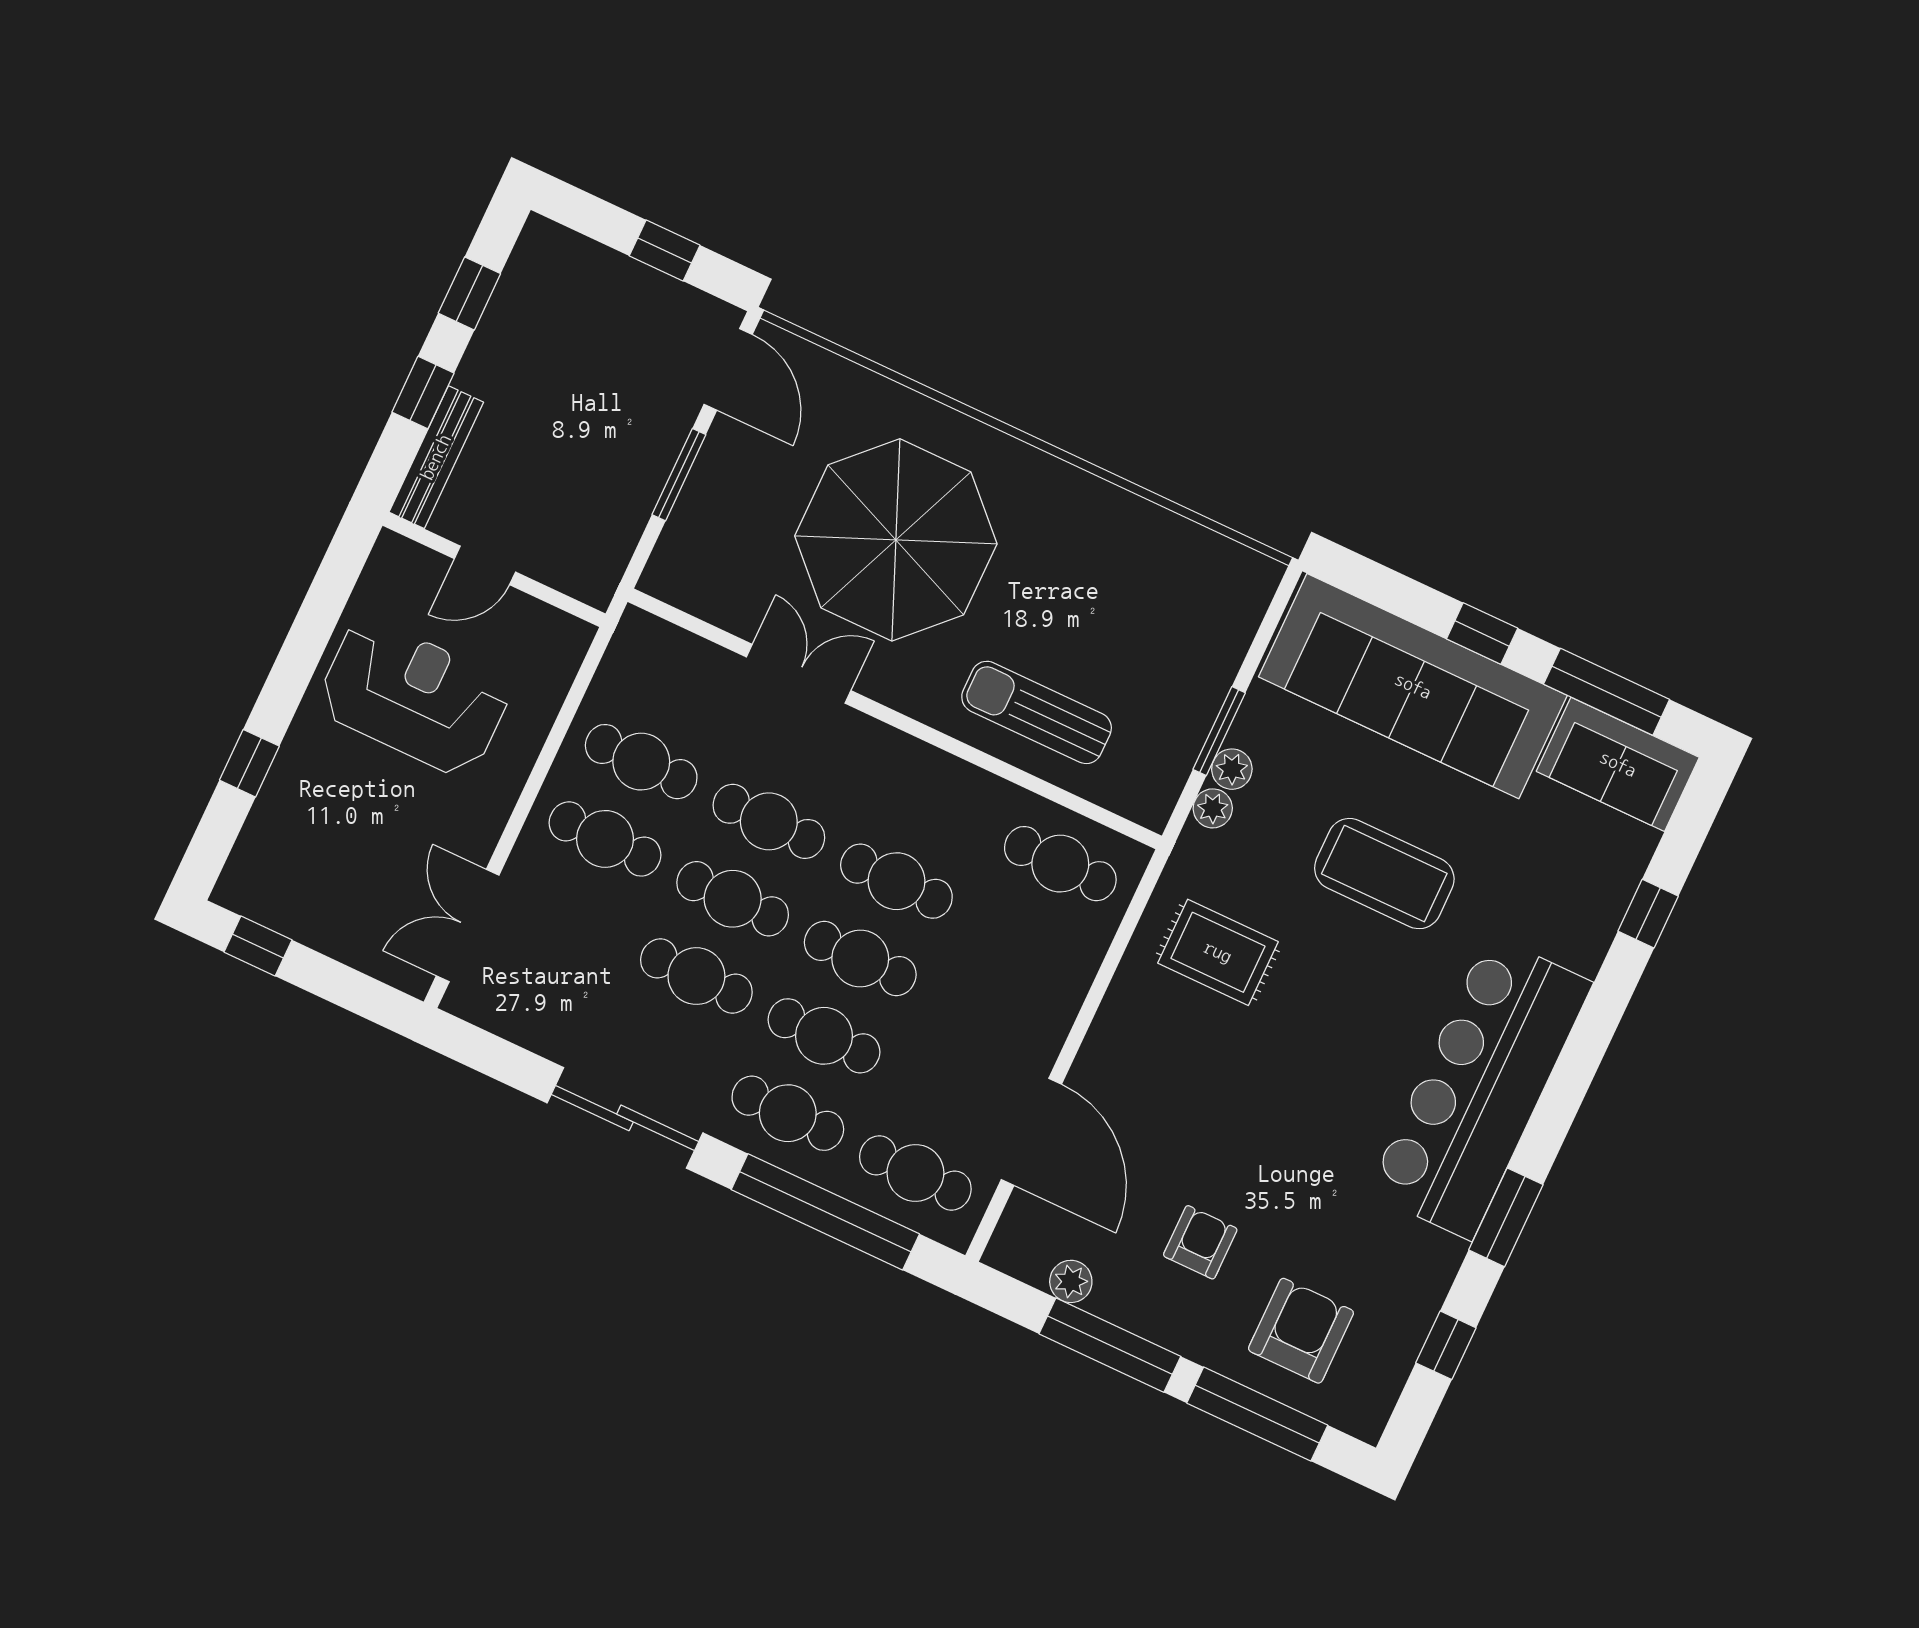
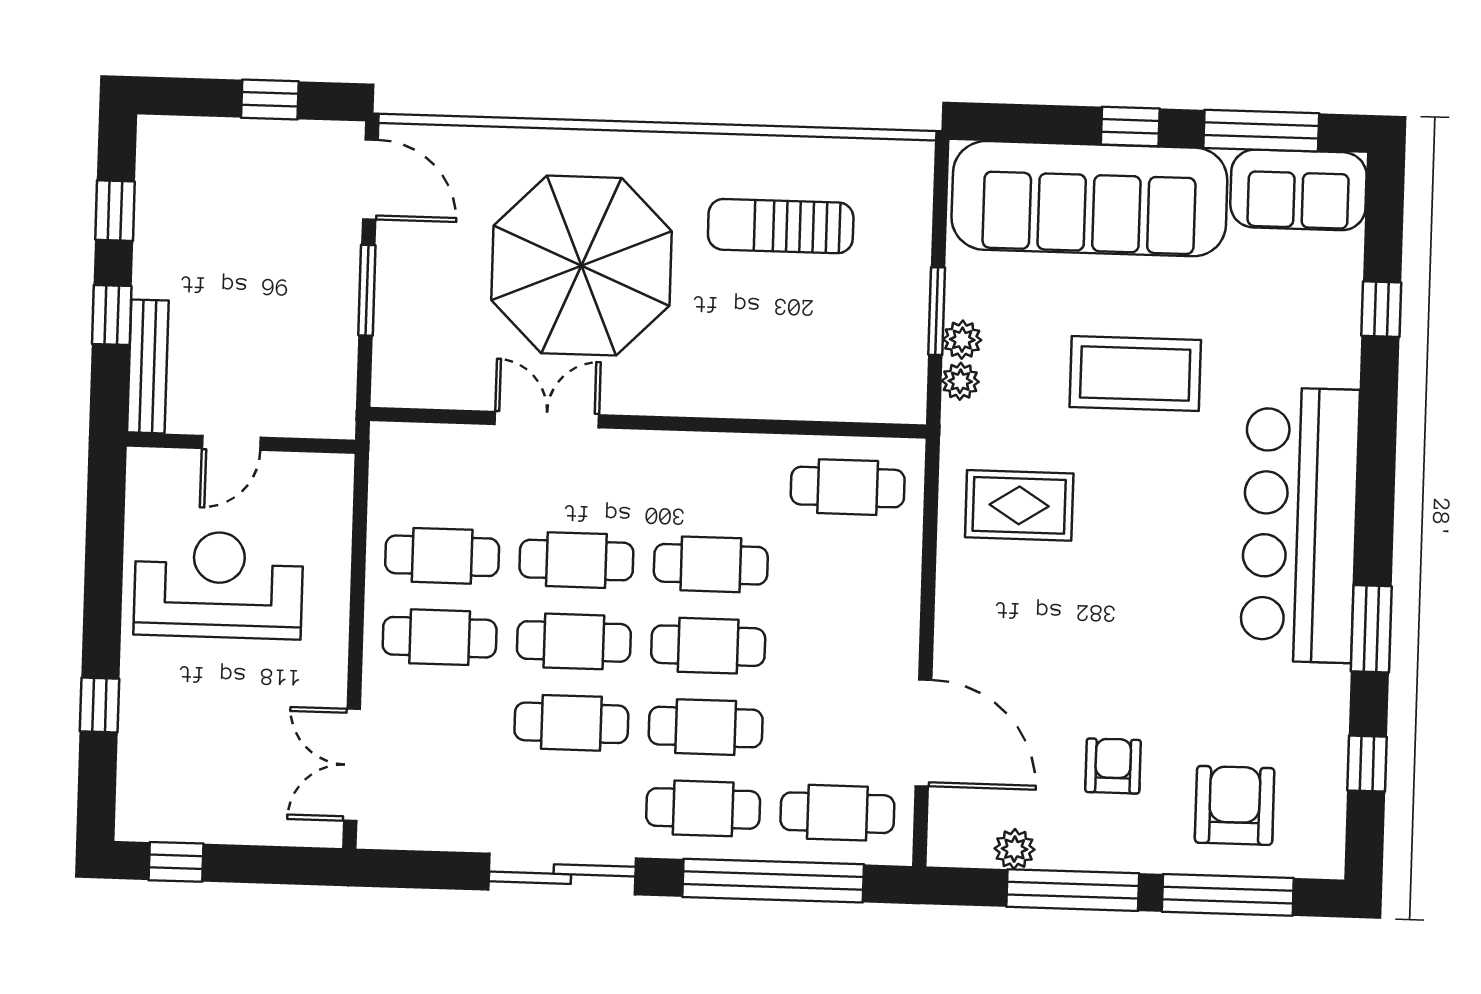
sun lounger: (1037, 712) -> (781, 226), moved

